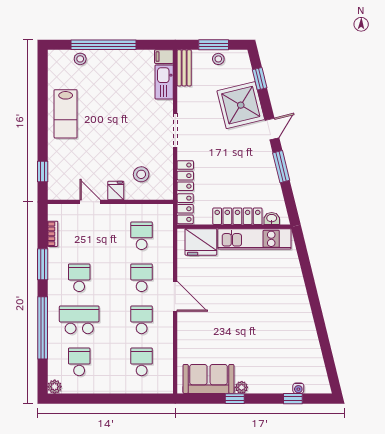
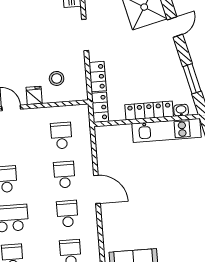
window: (281, 167) -> (192, 79), moved
fridge: (201, 242) -> (117, 137), removed

